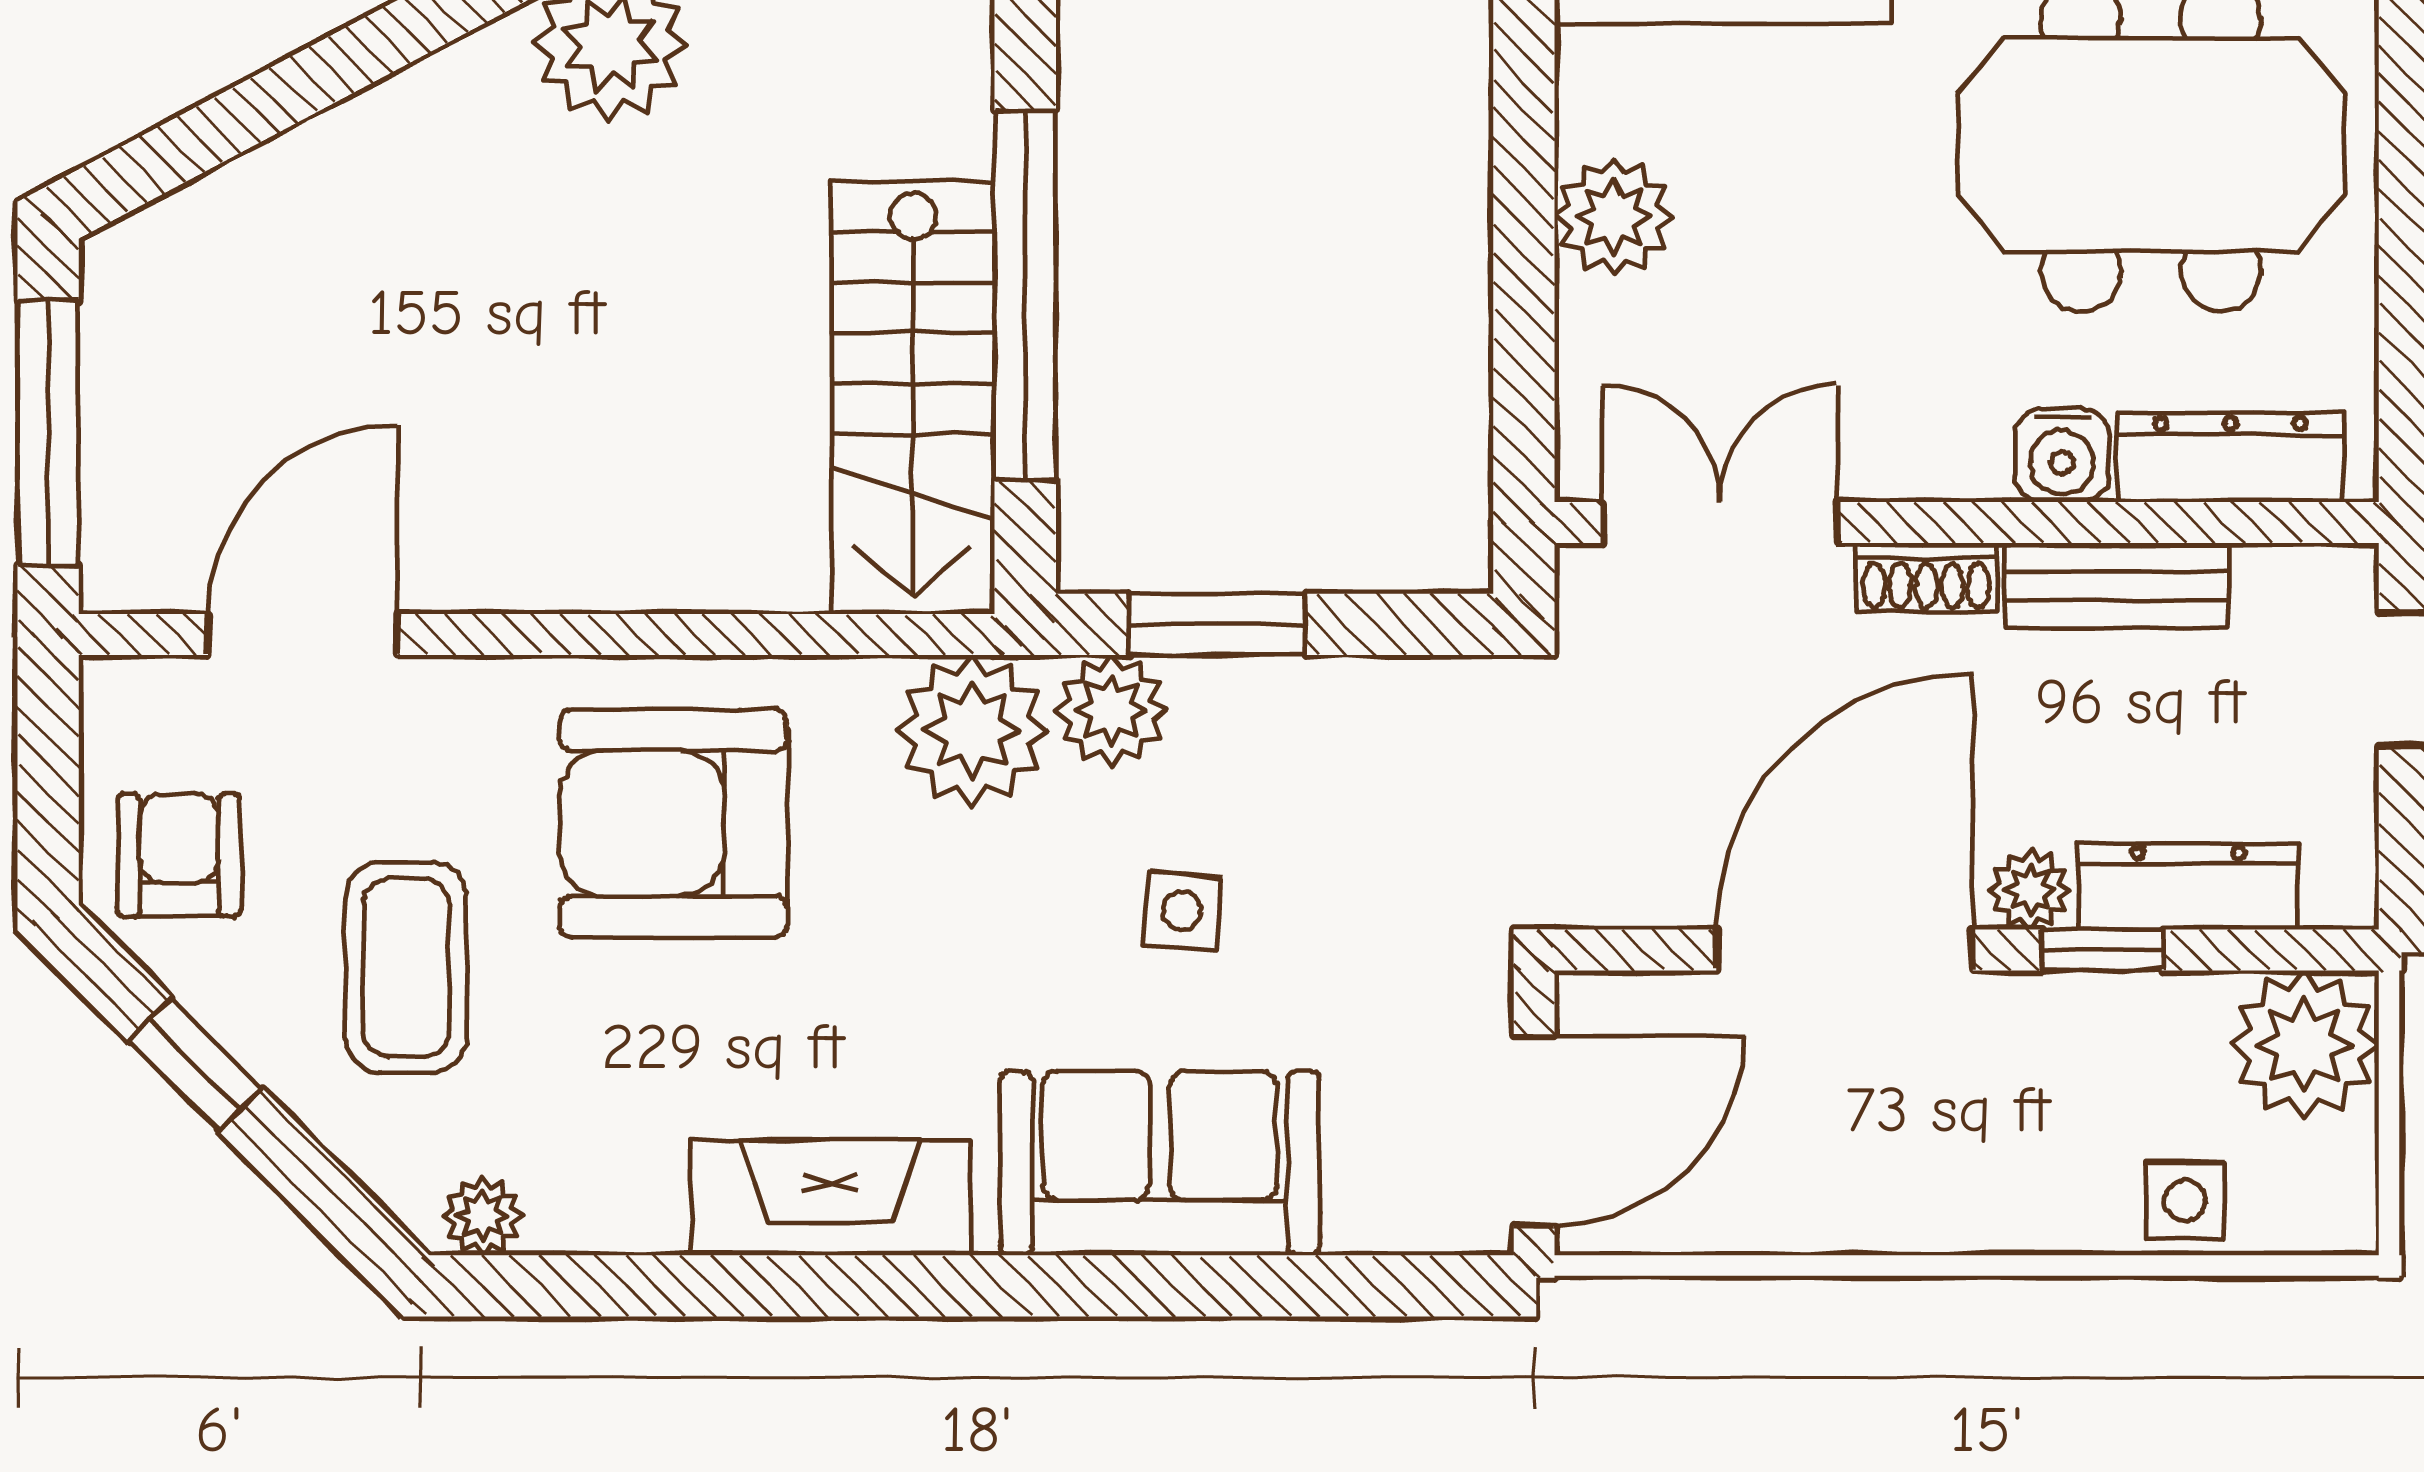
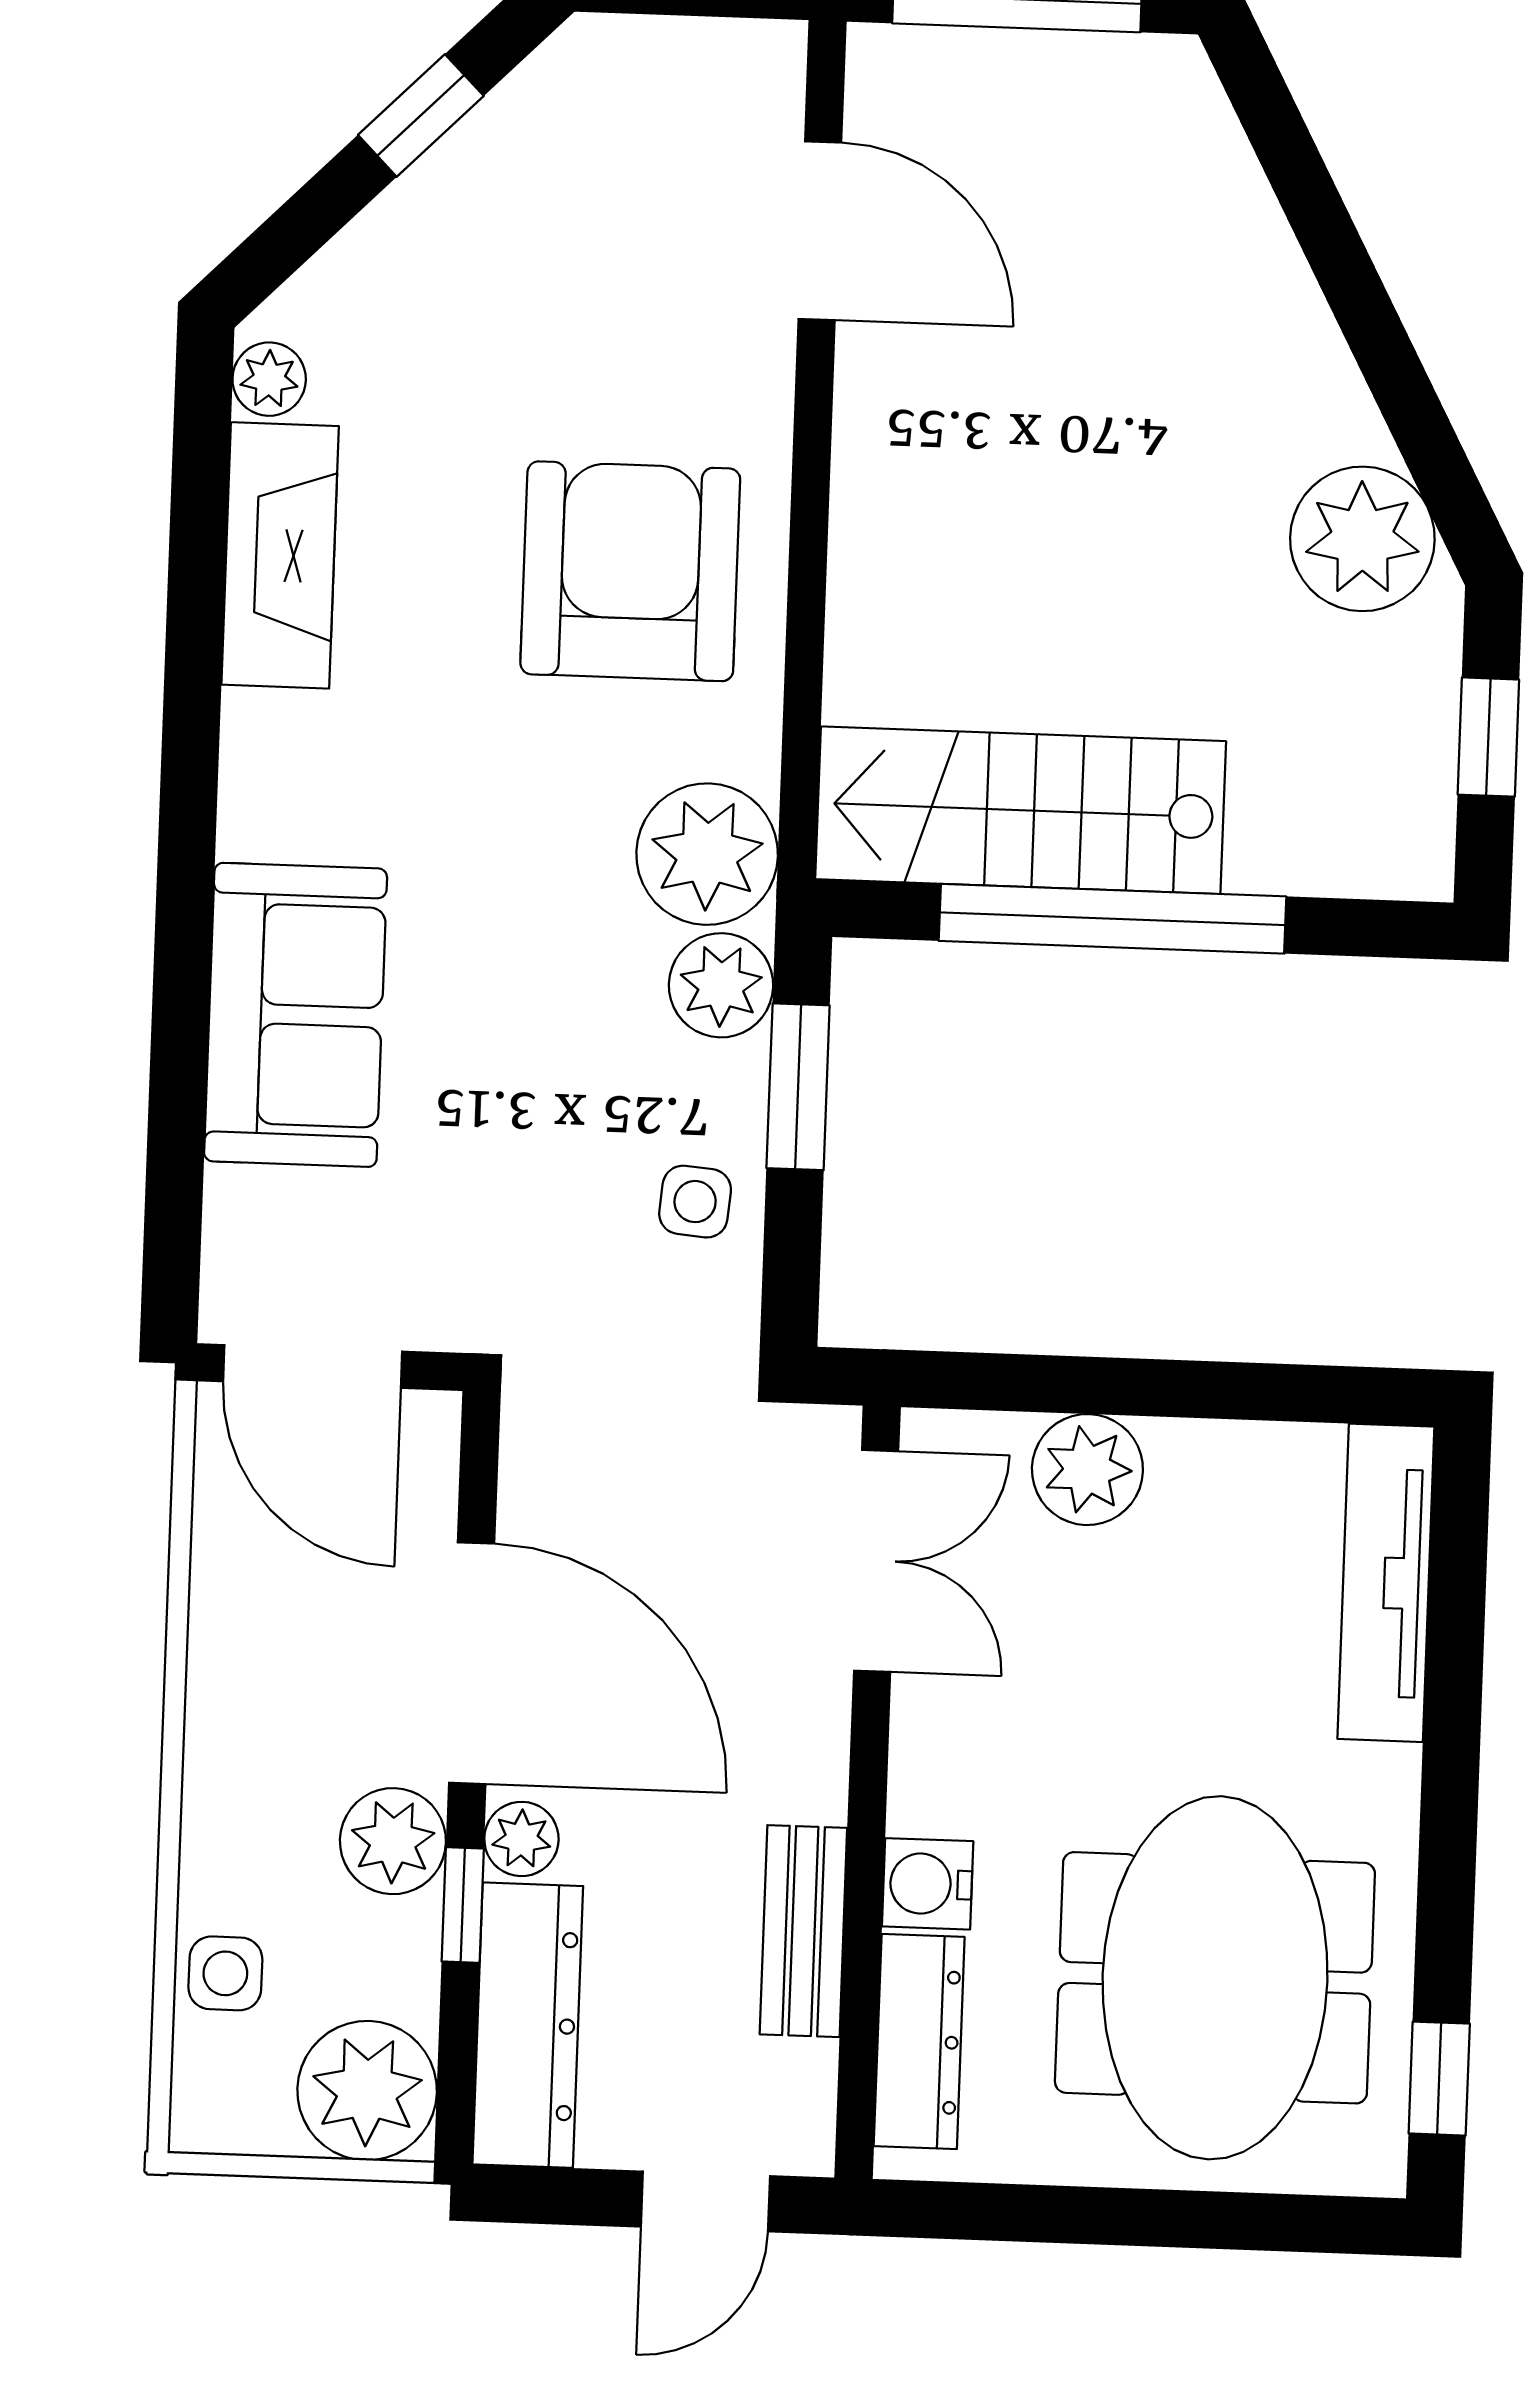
plant: (1614, 217) -> (1087, 1470), moved
shoe rack: (1926, 577) -> (818, 1753), removed
armchair: (179, 855) -> (618, 107), removed
dresser: (2188, 886) -> (528, 2025), width x1.37, depth x1.24
side table: (1182, 911) -> (695, 1202), moved
coffee table: (406, 967) -> (505, 316), removed
plant: (2037, 1027) -> (393, 1841), added
fireplace: (830, 1198) -> (280, 555), moved

